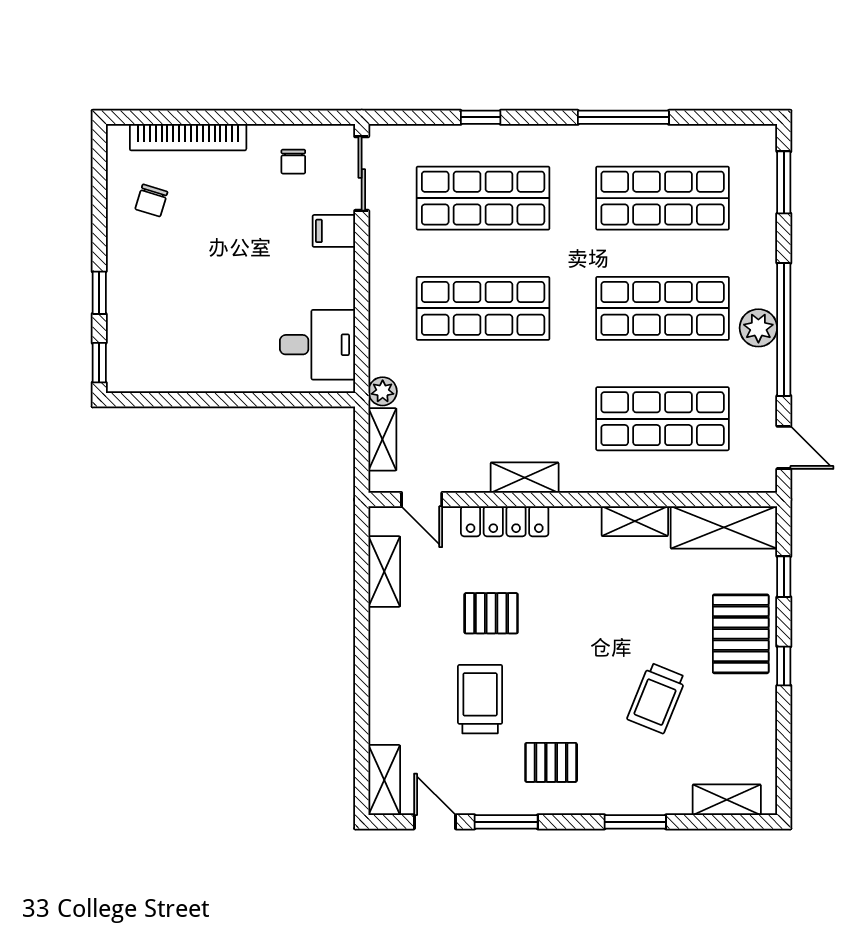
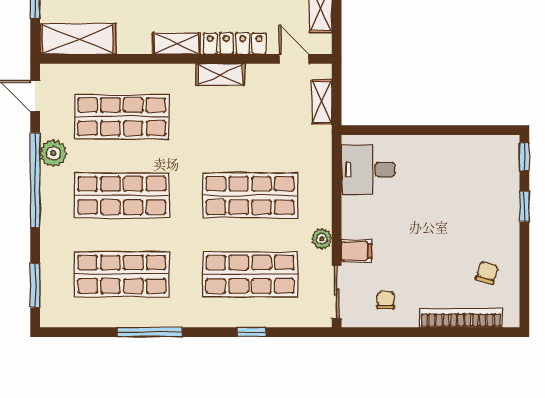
plant: (758, 328) -> (53, 153), moved
plant: (383, 391) -> (322, 239), moved
shelving: (635, 521) -> (176, 43), moved

